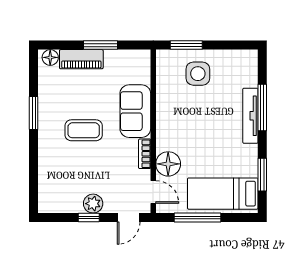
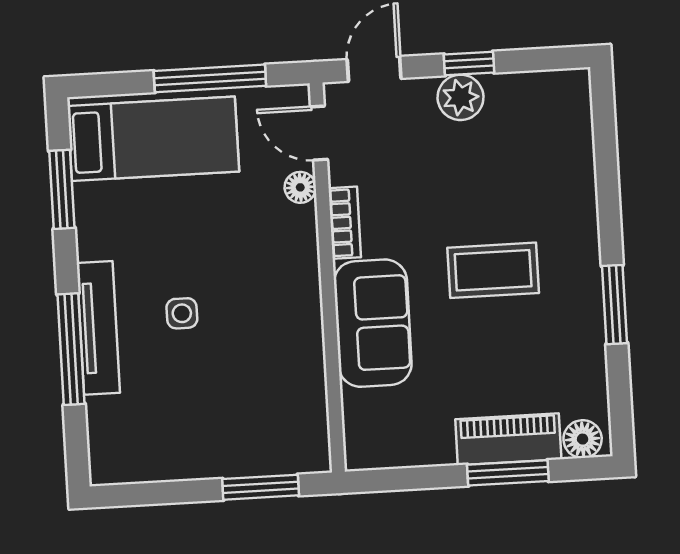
window: (101, 45) -> (508, 473), moved
side table: (198, 74) -> (182, 313), moved, width x0.54, depth x0.54
floor lamp: (168, 164) -> (300, 187), width x0.53, depth x0.53

